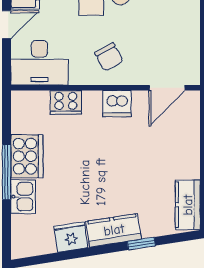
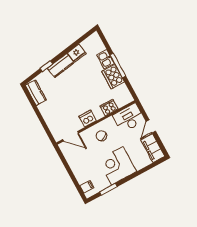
door: (167, 88) -> (71, 136), swing flipped

